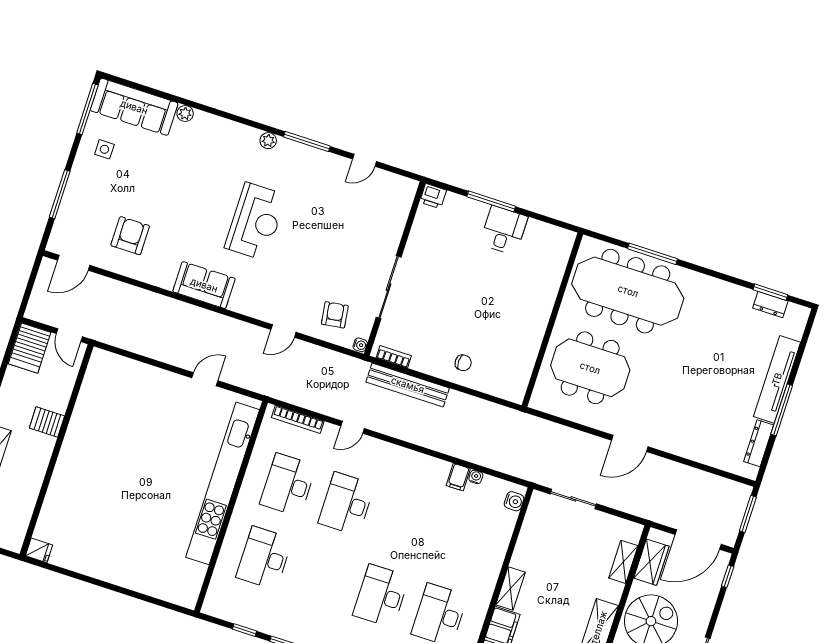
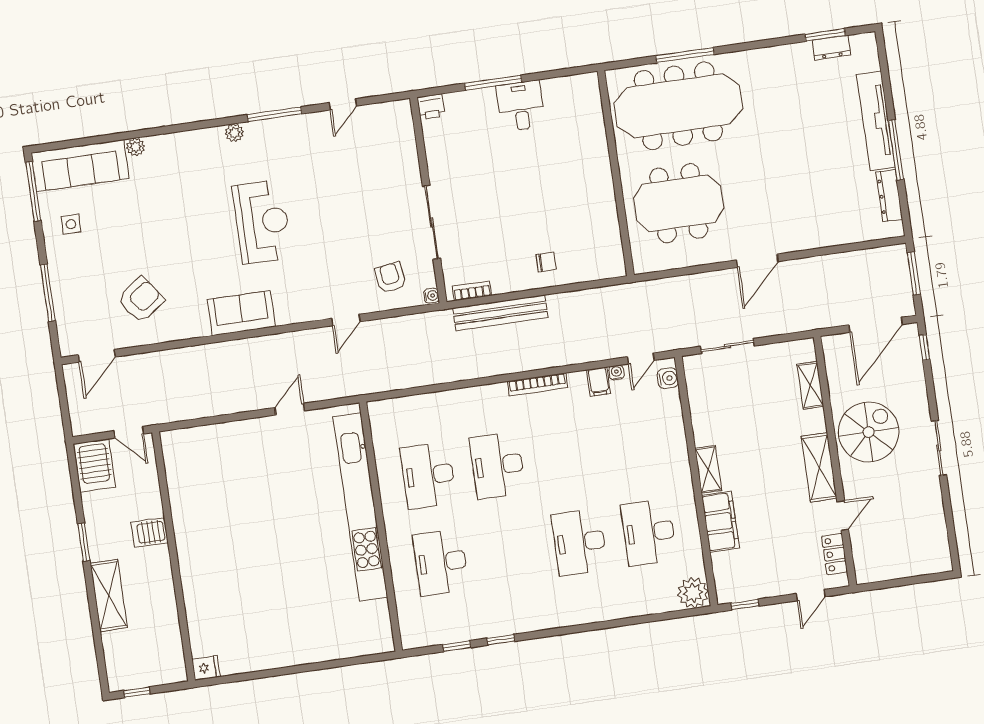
armchair: (130, 236) -> (141, 300), turned 54
bookcase: (298, 419) -> (538, 384), moved
door: (352, 427) -> (641, 359), moved
wardrobe: (651, 562) -> (839, 371), removed

